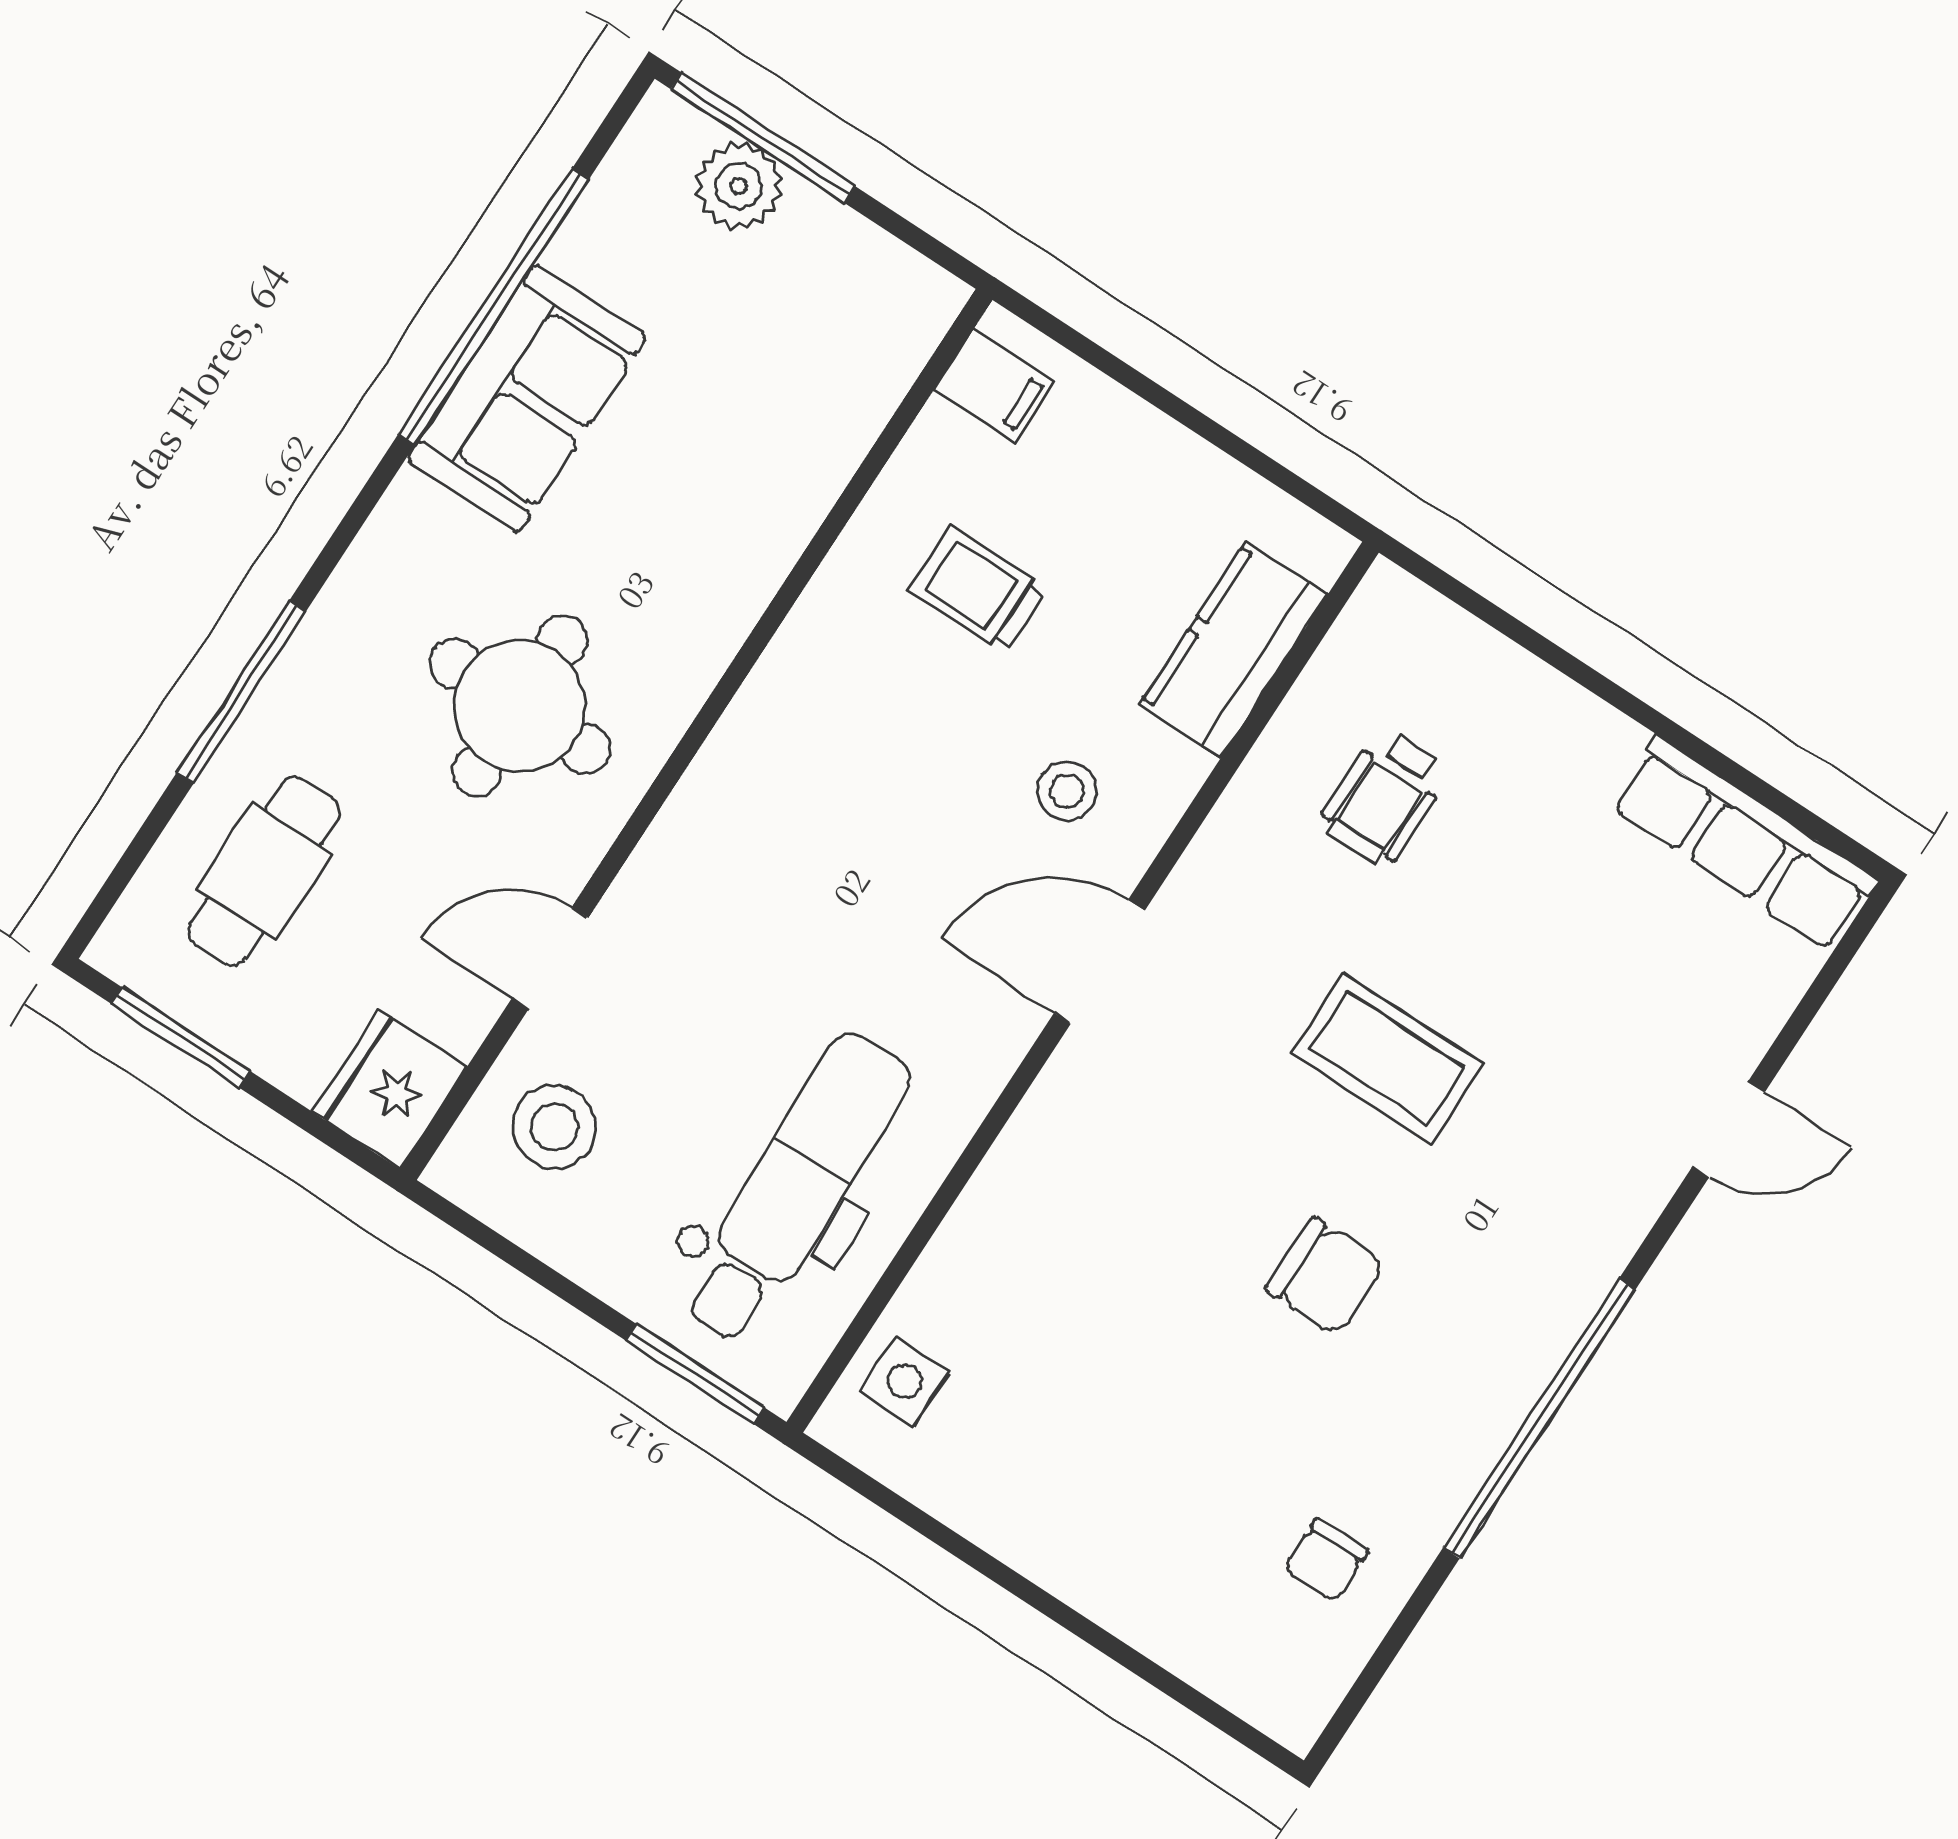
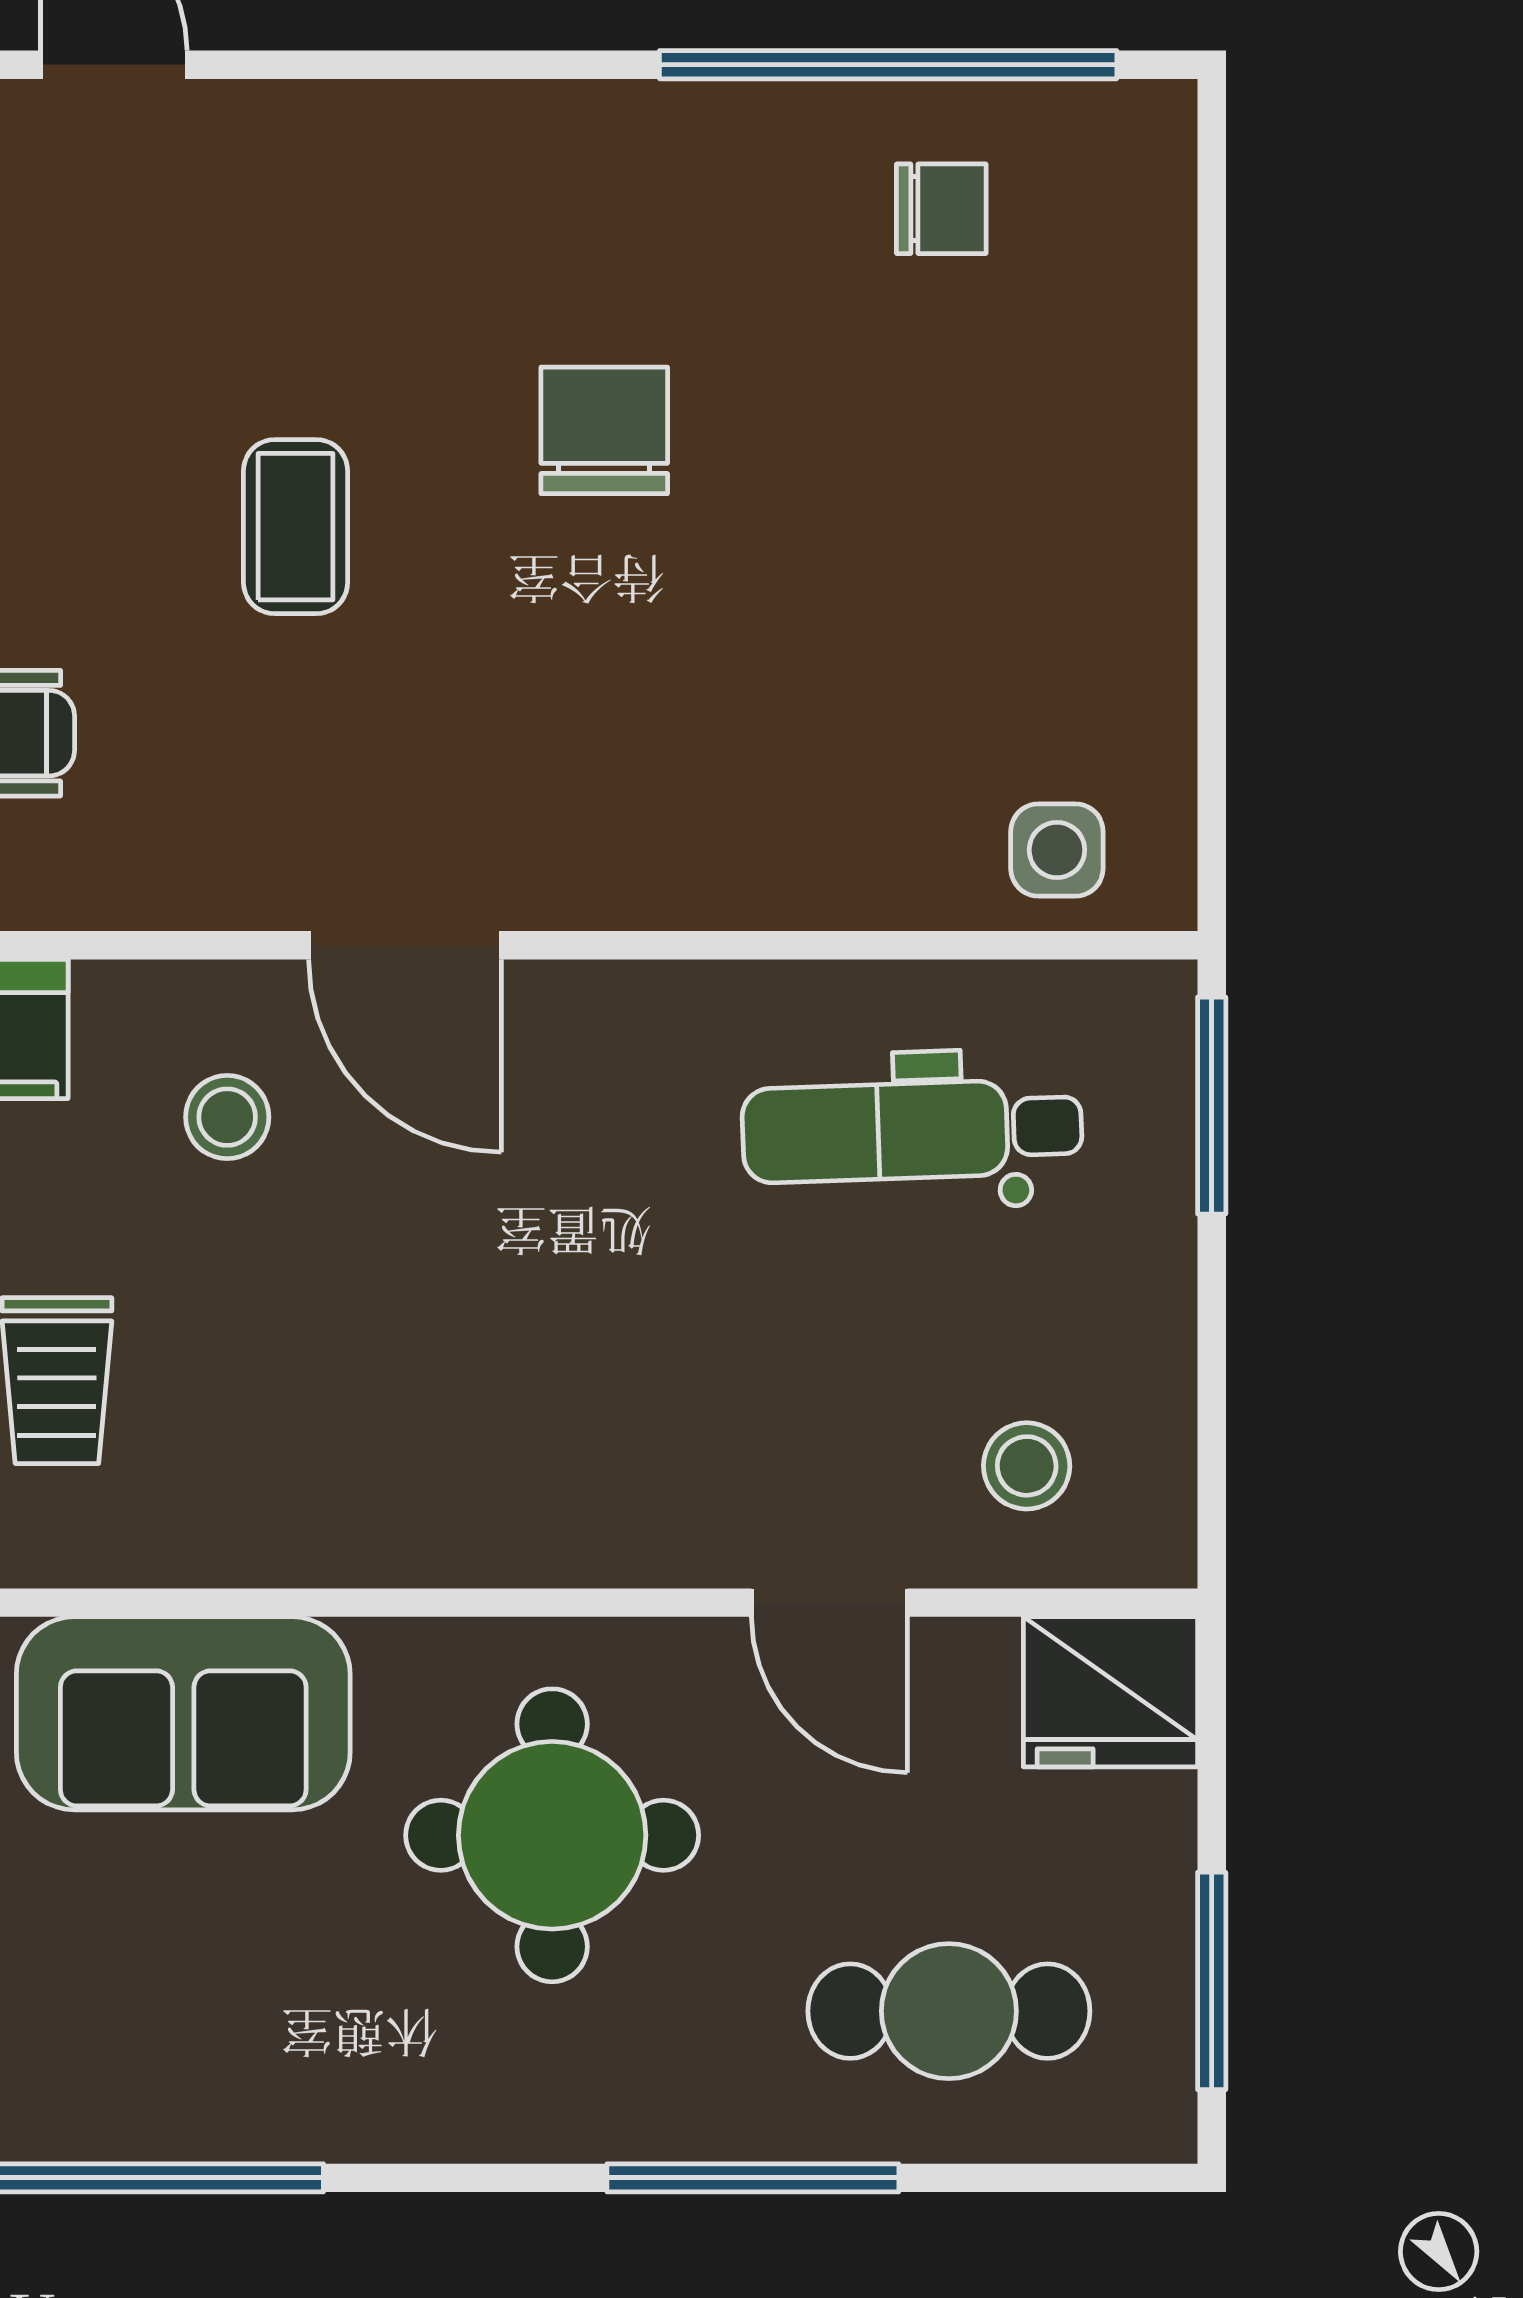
sofa: (527, 398) -> (183, 1713), moved, turned 180
coffee table: (1387, 1058) -> (296, 527), width x0.73, depth x0.77
stool: (554, 1127) -> (1027, 1466), width x0.73, depth x0.73
dental chair: (795, 1188) -> (912, 1131), width x0.73, depth x0.72
window: (1539, 1419) -> (888, 65), moved

